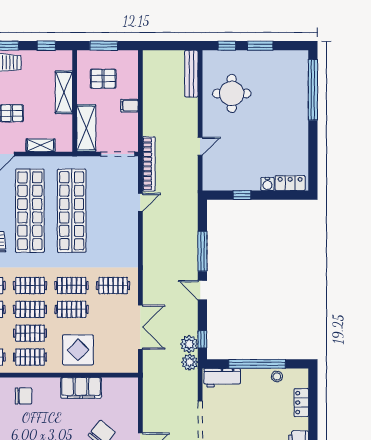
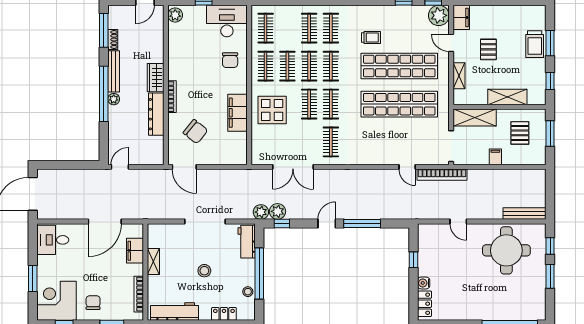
round table: (232, 93) -> (506, 250), width x1.36, depth x1.36
stool: (254, 424) -> (204, 271), added

